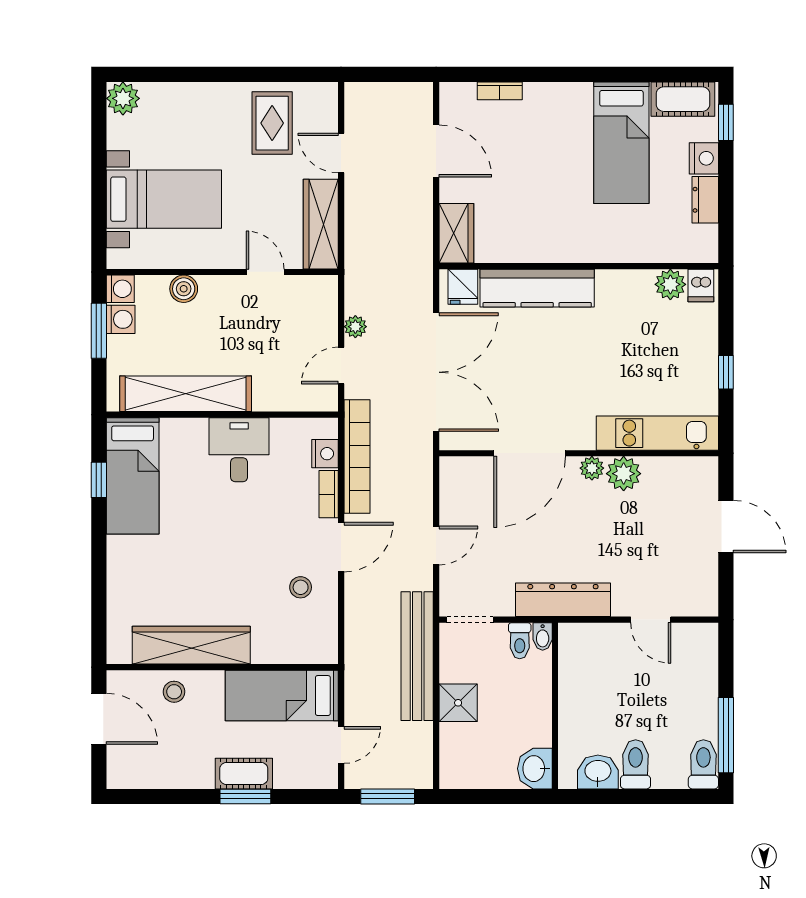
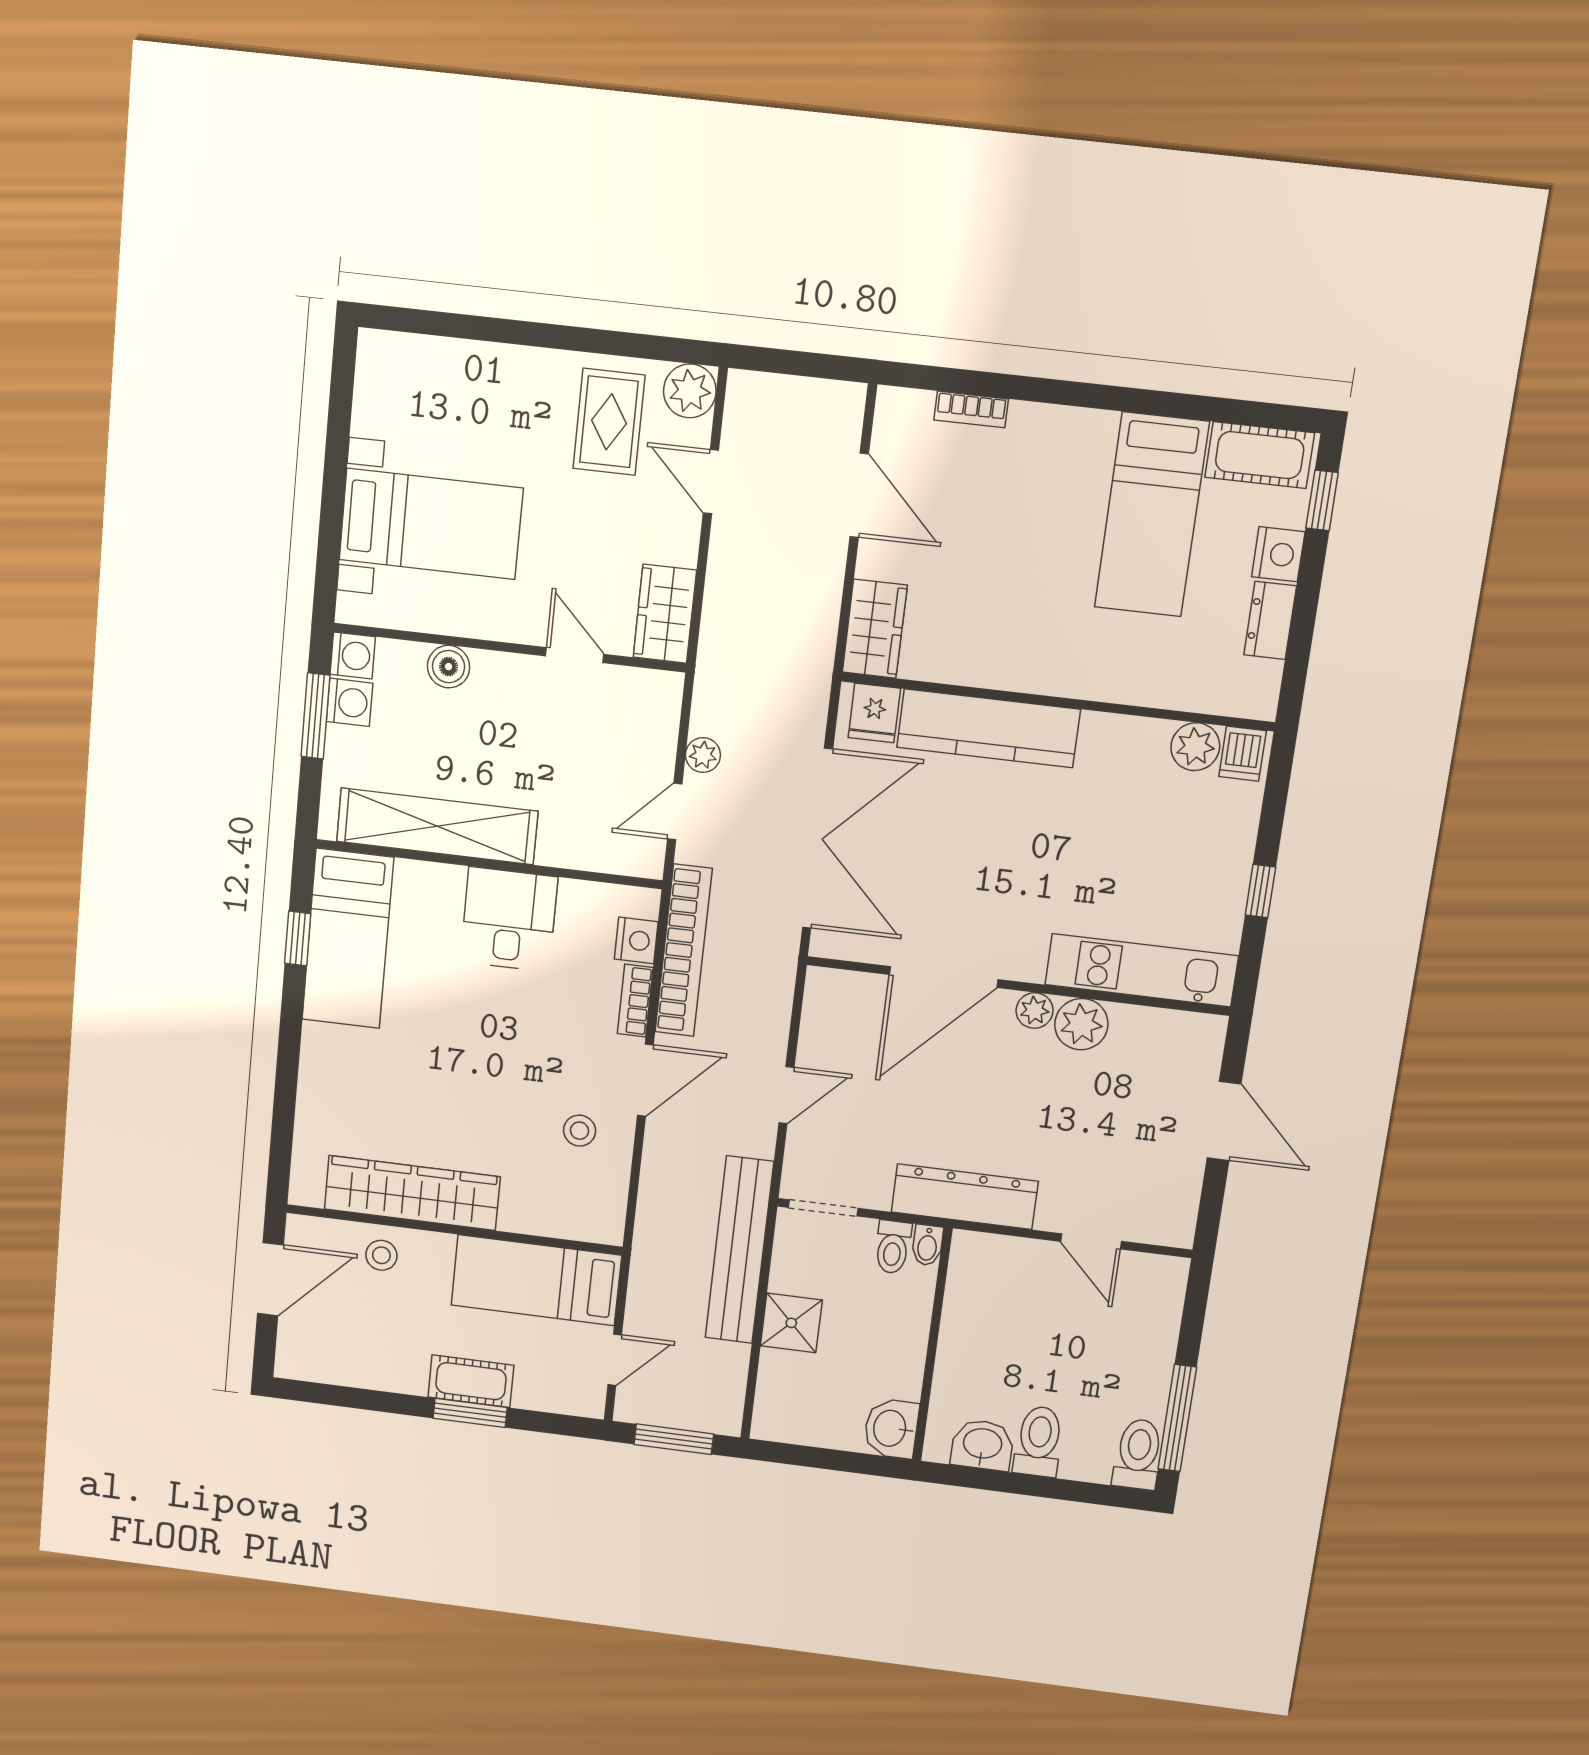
plant: (123, 98) -> (690, 391), moved
wardrobe: (321, 224) -> (665, 614), width x0.67
door: (99, 719) -> (270, 1279), hinge flipped

